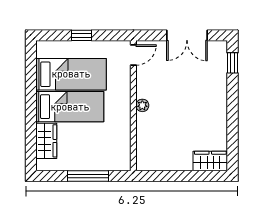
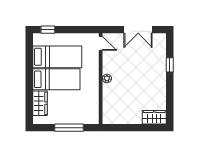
window: (82, 35) -> (48, 30), moved
door: (133, 55) -> (101, 43), hinge flipped
window: (232, 63) -> (170, 65), moved

